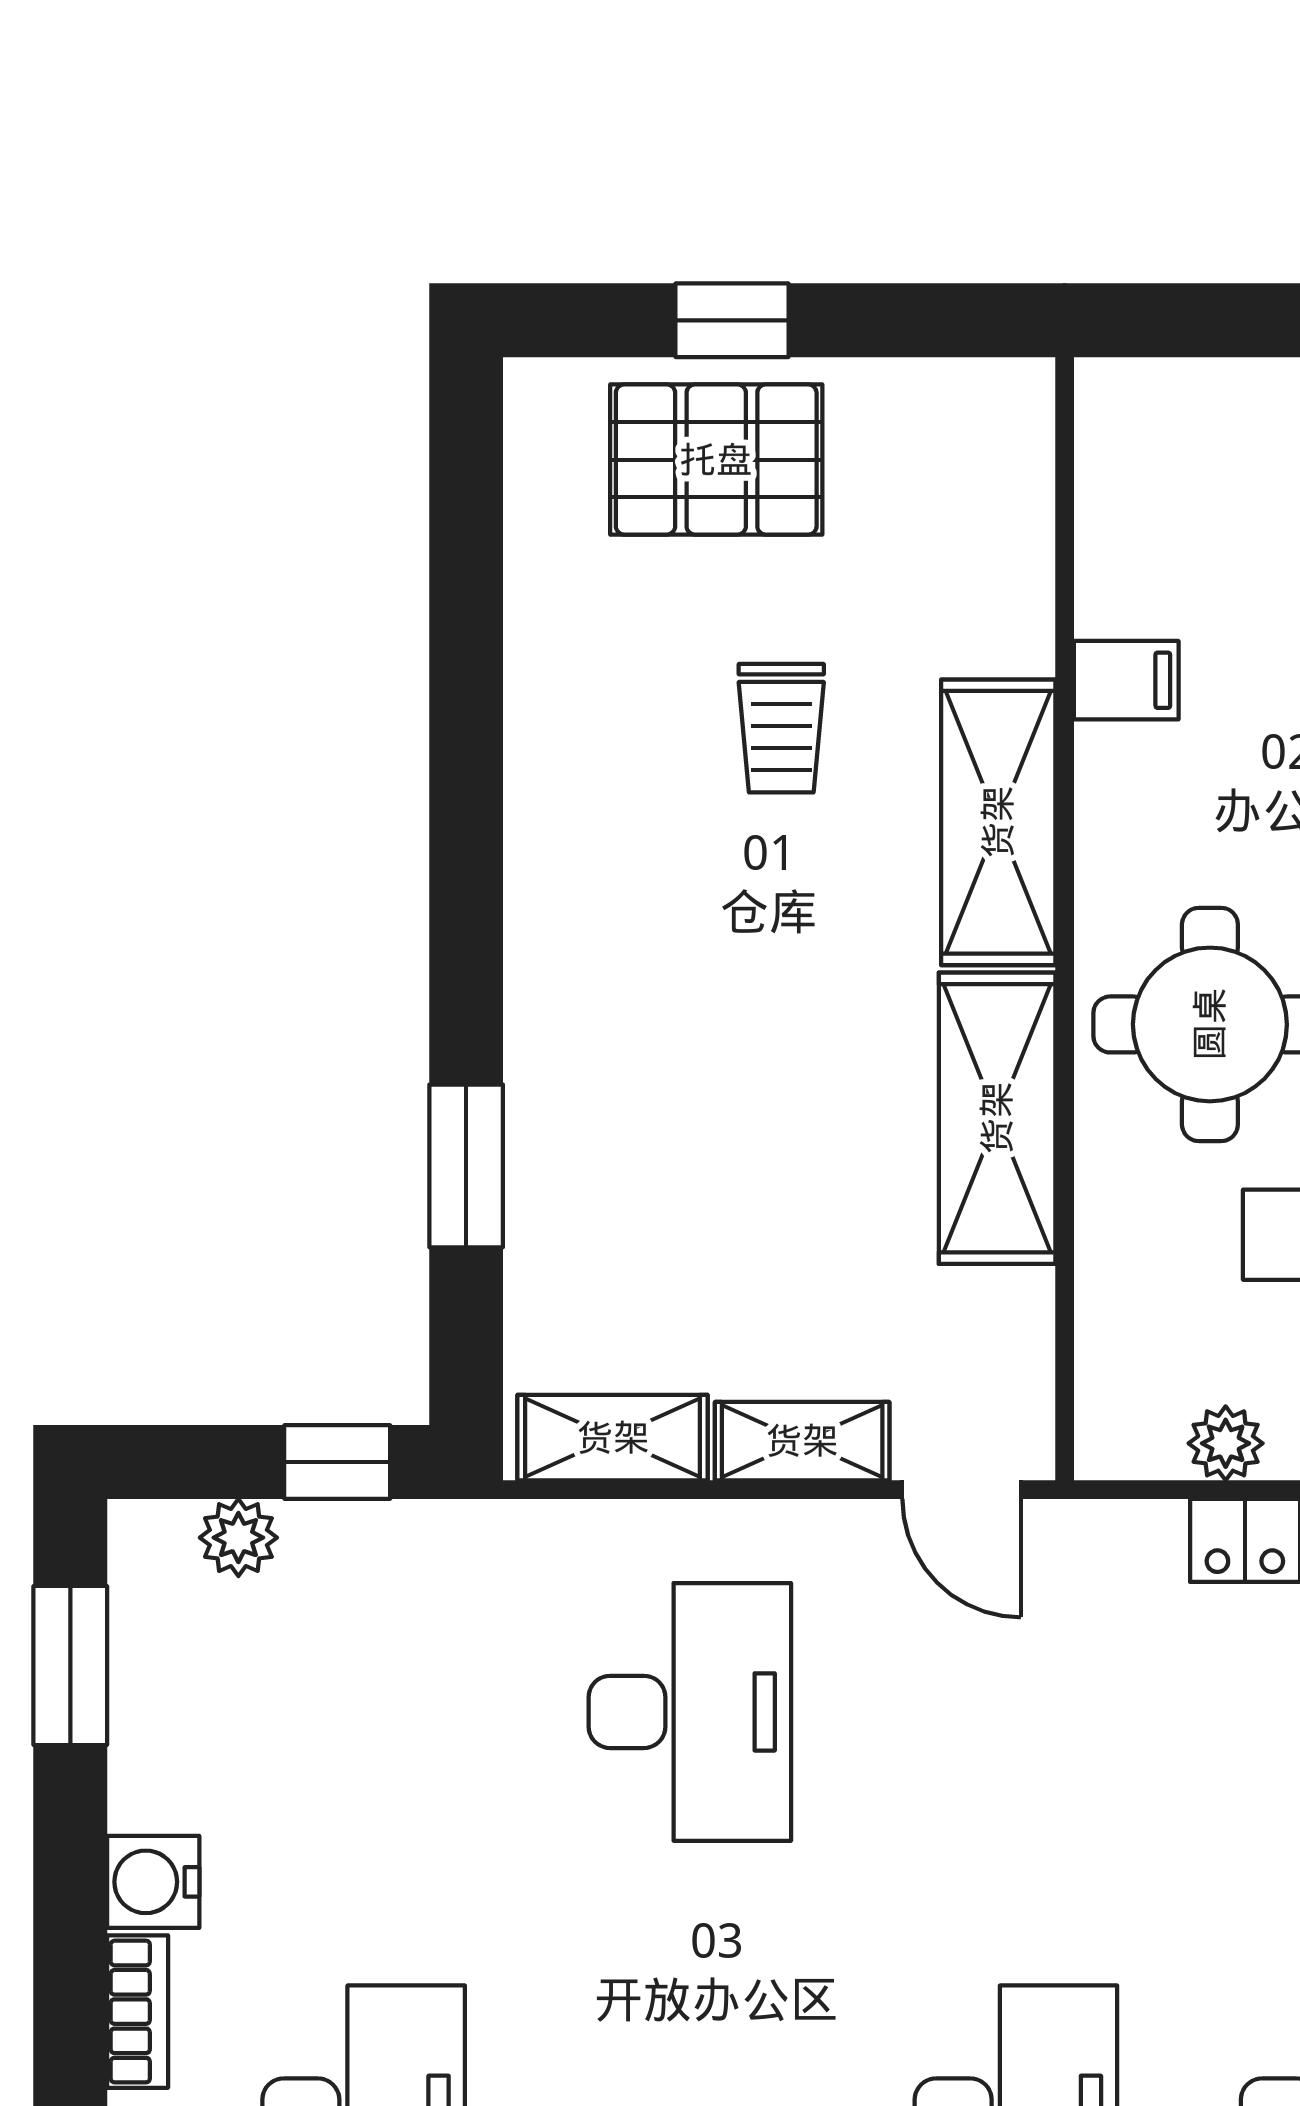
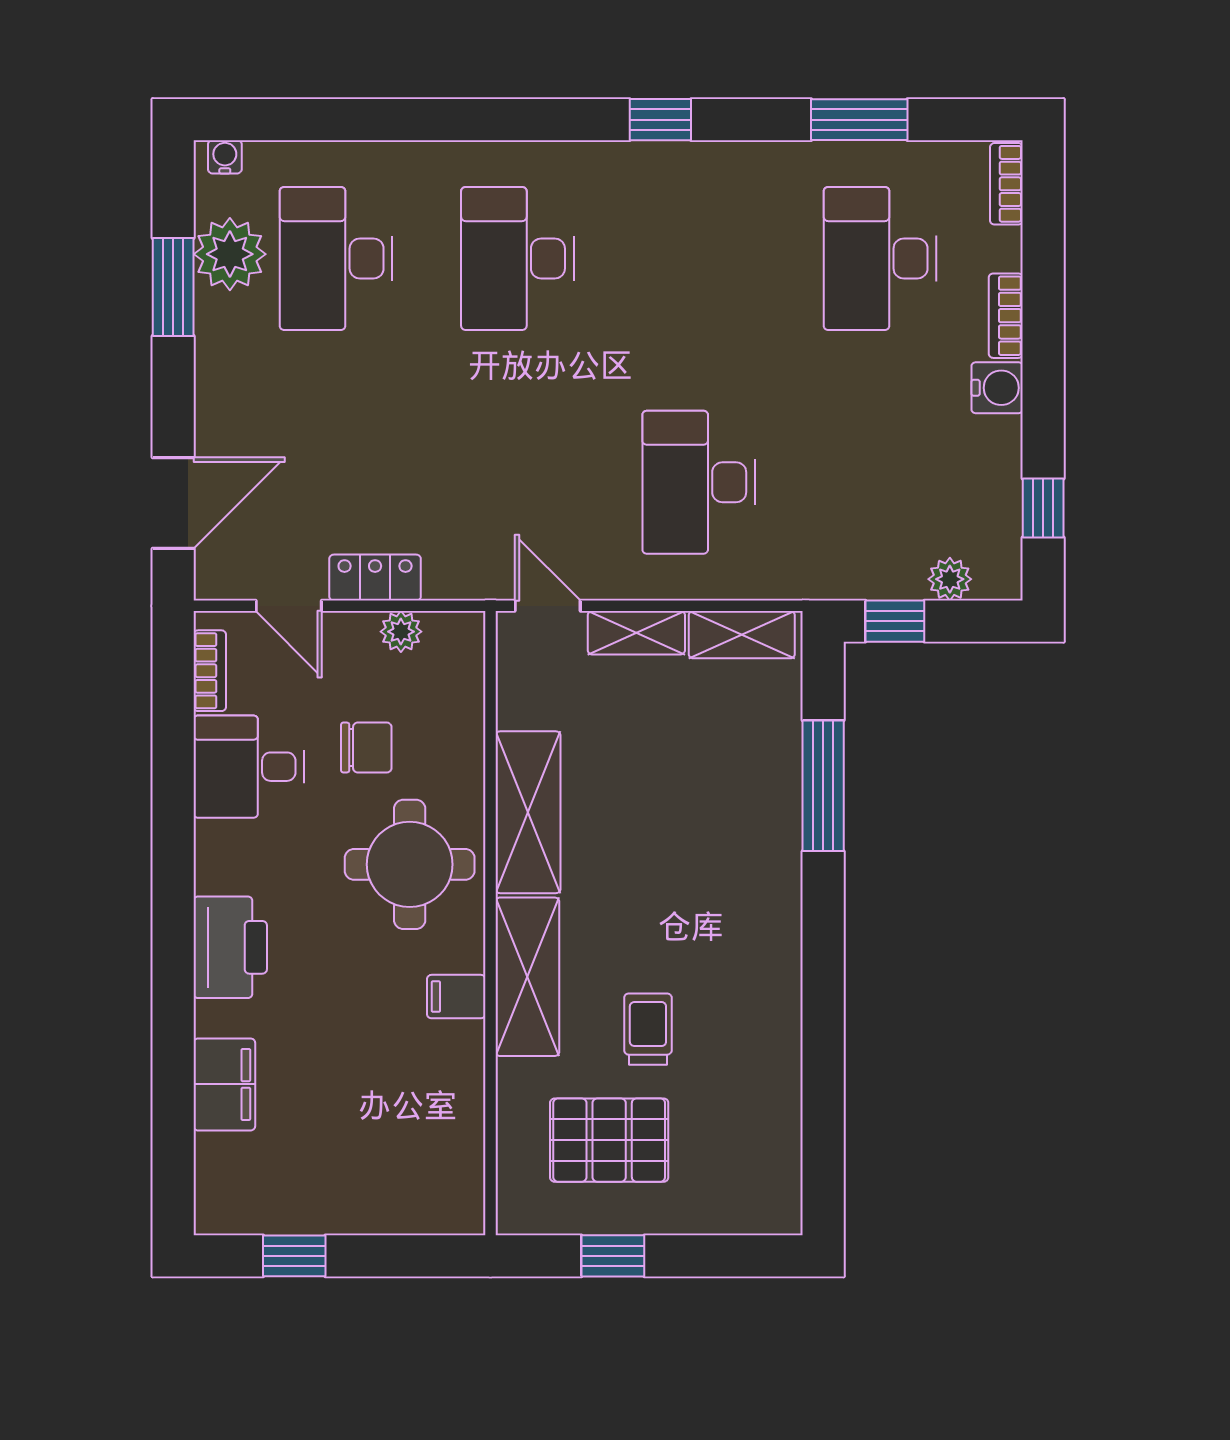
window: (732, 320) -> (613, 1256), moved
pallet: (716, 460) -> (609, 1140), moved
filing cabinet: (1126, 680) -> (456, 997), moved
window: (466, 1166) -> (823, 786), width x1.44
window: (70, 1666) -> (1043, 508), width x0.67

